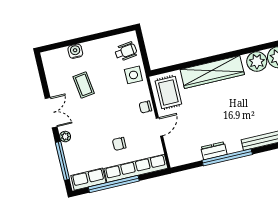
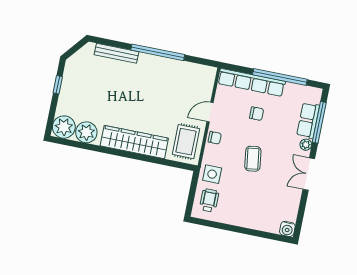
water cooler: (75, 51) -> (287, 229), moved
wheelchair: (126, 51) -> (209, 200), turned 97
coffee table: (84, 85) -> (253, 159), moved
dresser: (214, 151) -> (168, 65), removed
row of seats: (88, 179) -> (308, 120), moved, turned 90

